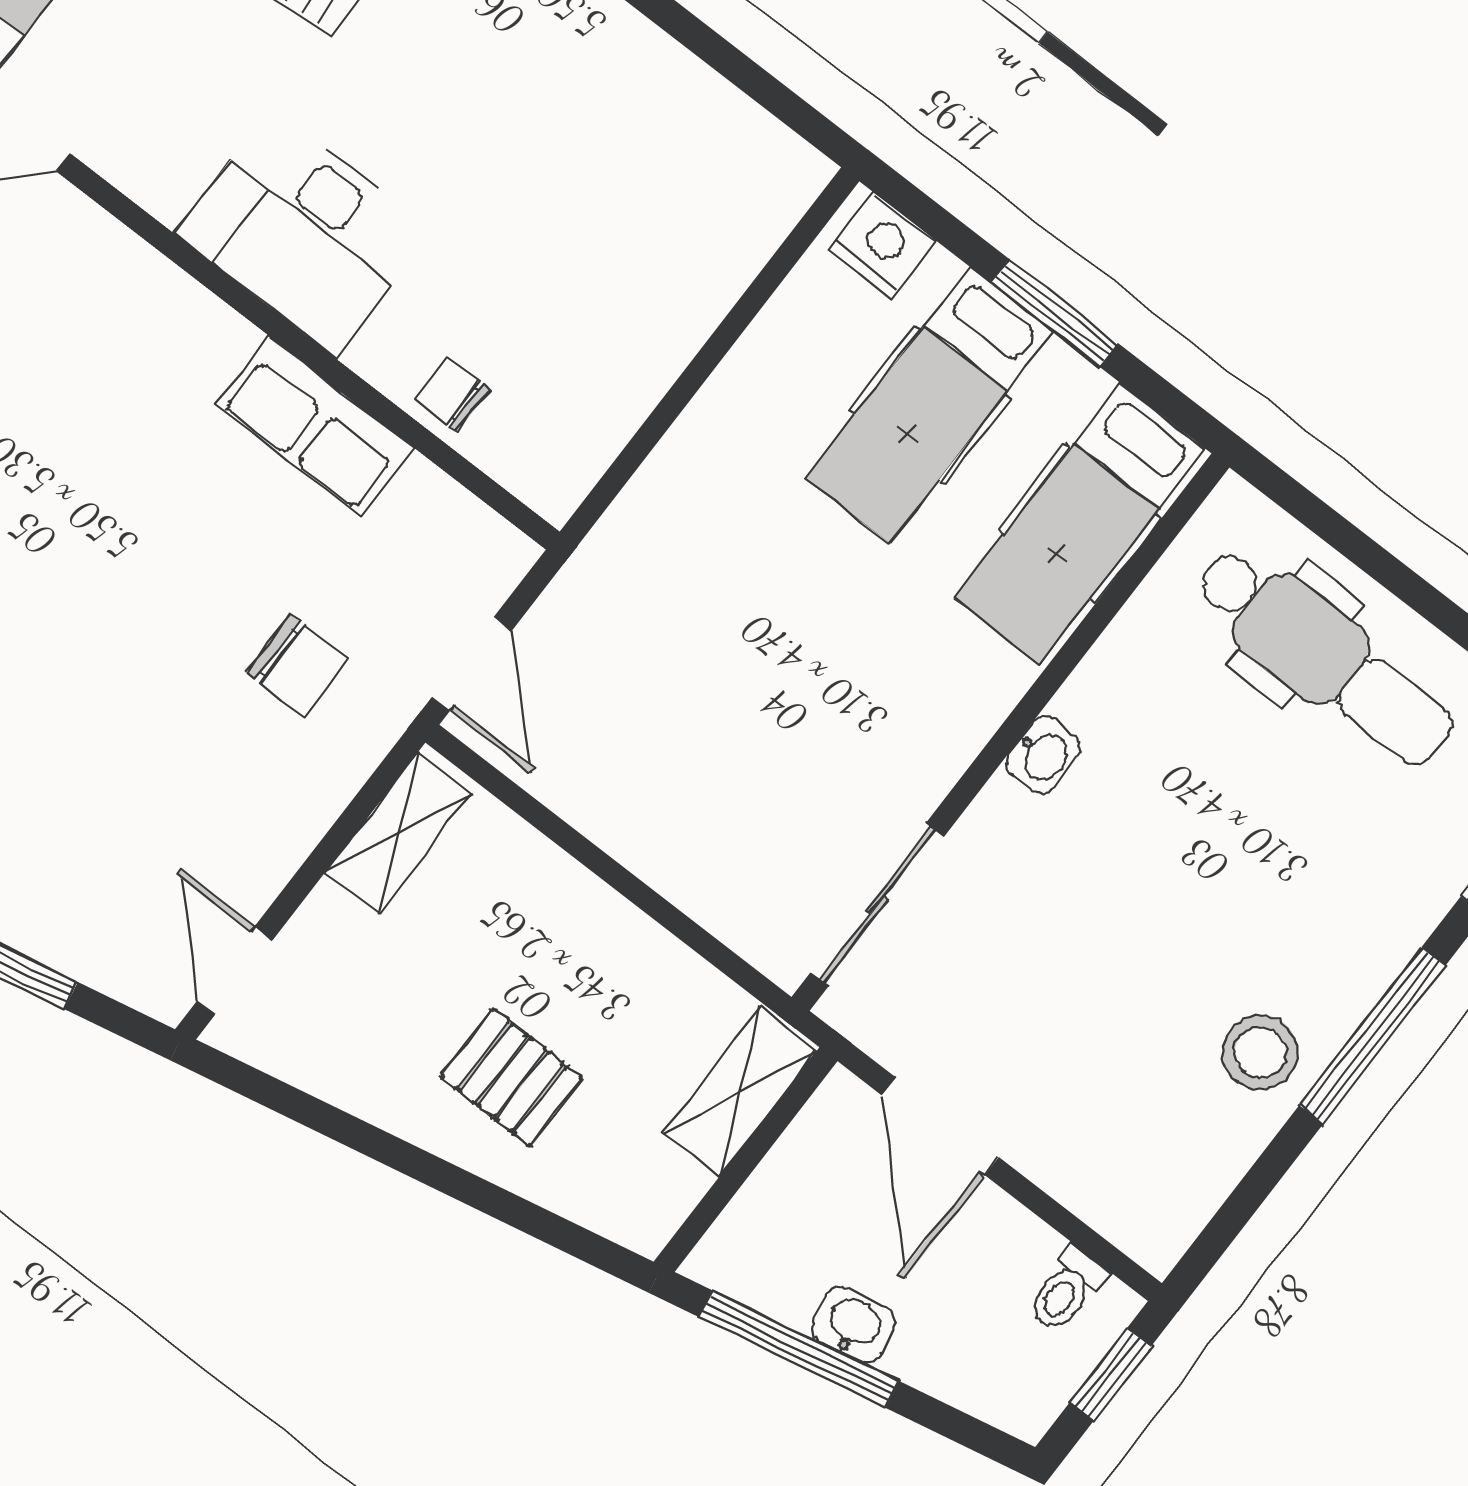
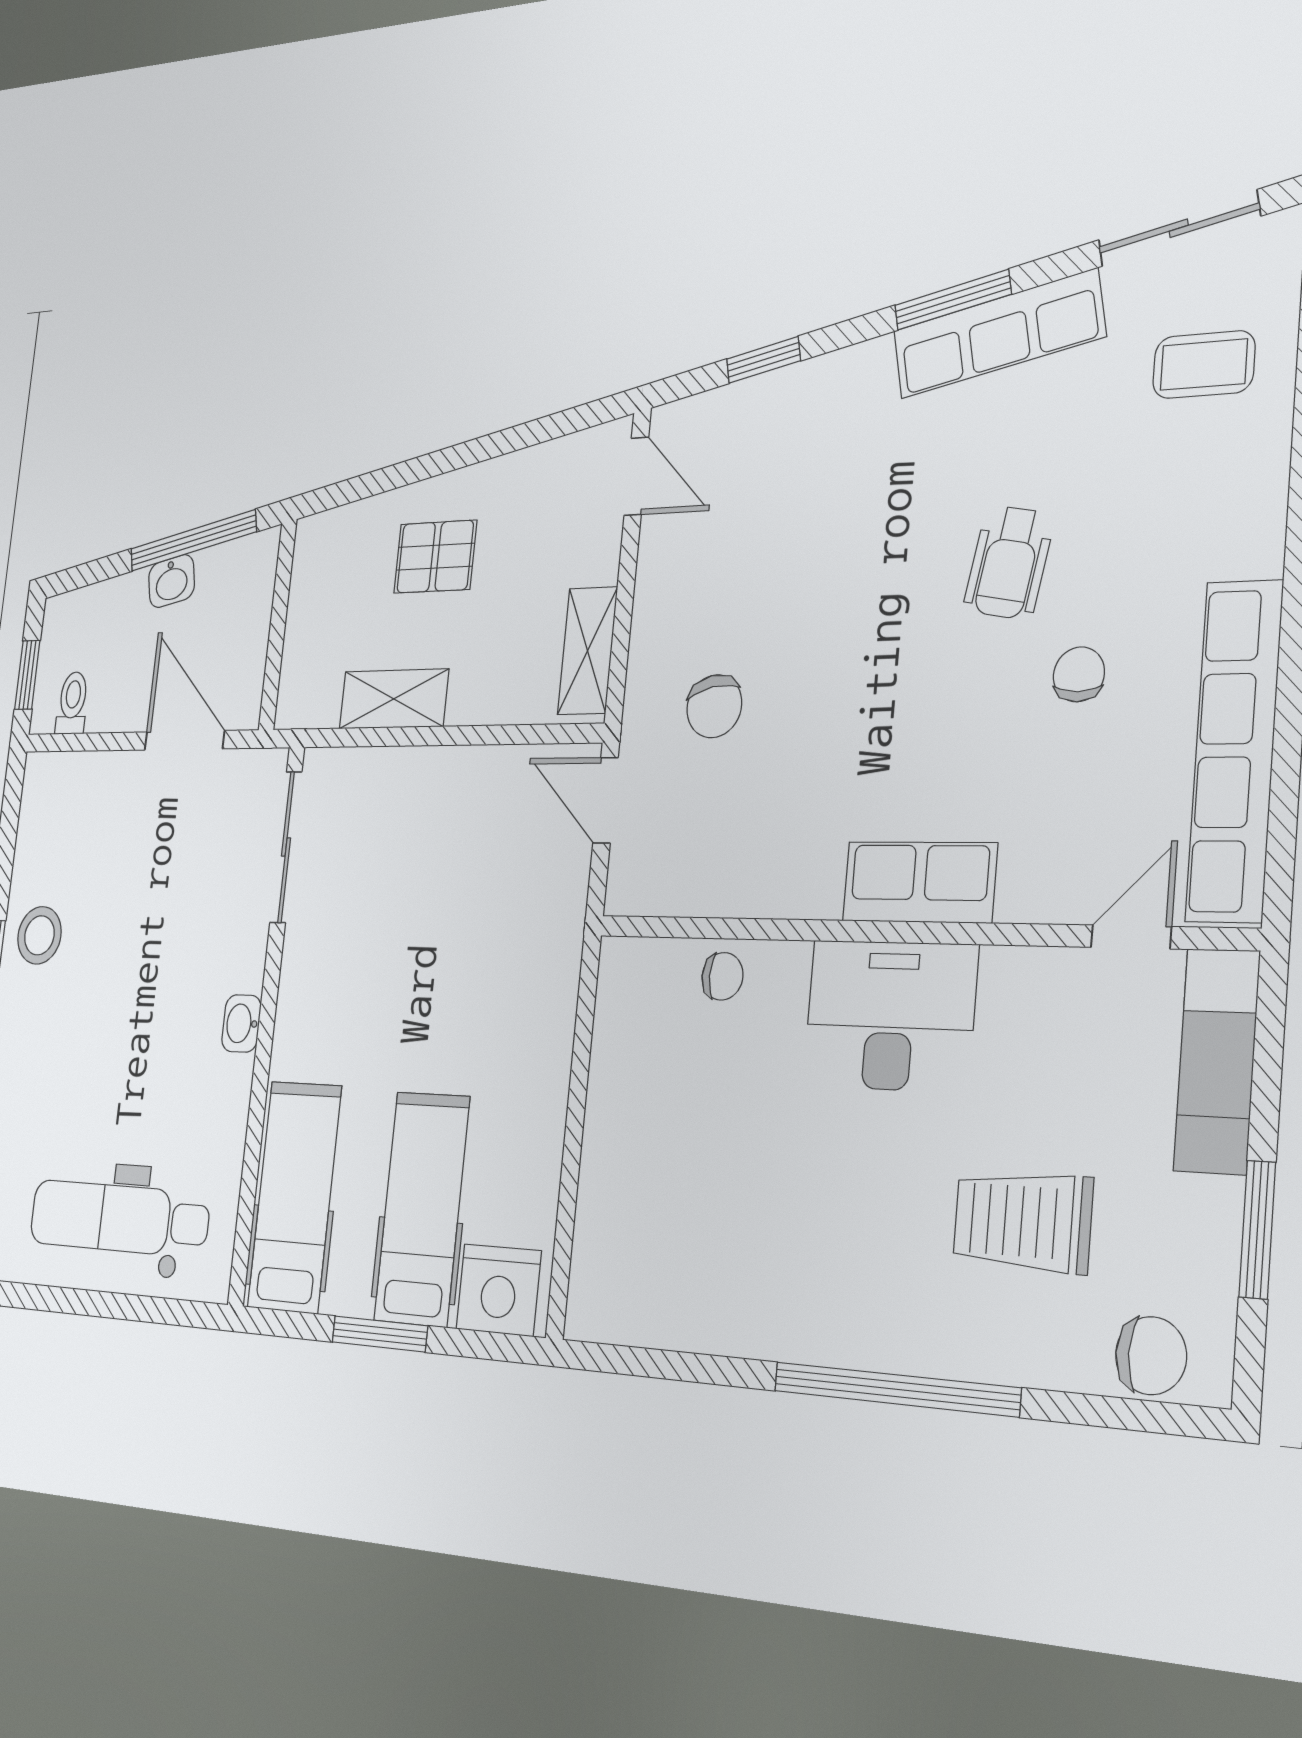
nightstand: (882, 245) -> (499, 1290), width x1.36, depth x1.33
row of seats: (315, 426) -> (919, 882), moved
chair: (297, 666) -> (714, 706), turned -101
shelving: (740, 1092) -> (394, 699), moved, turned 90

